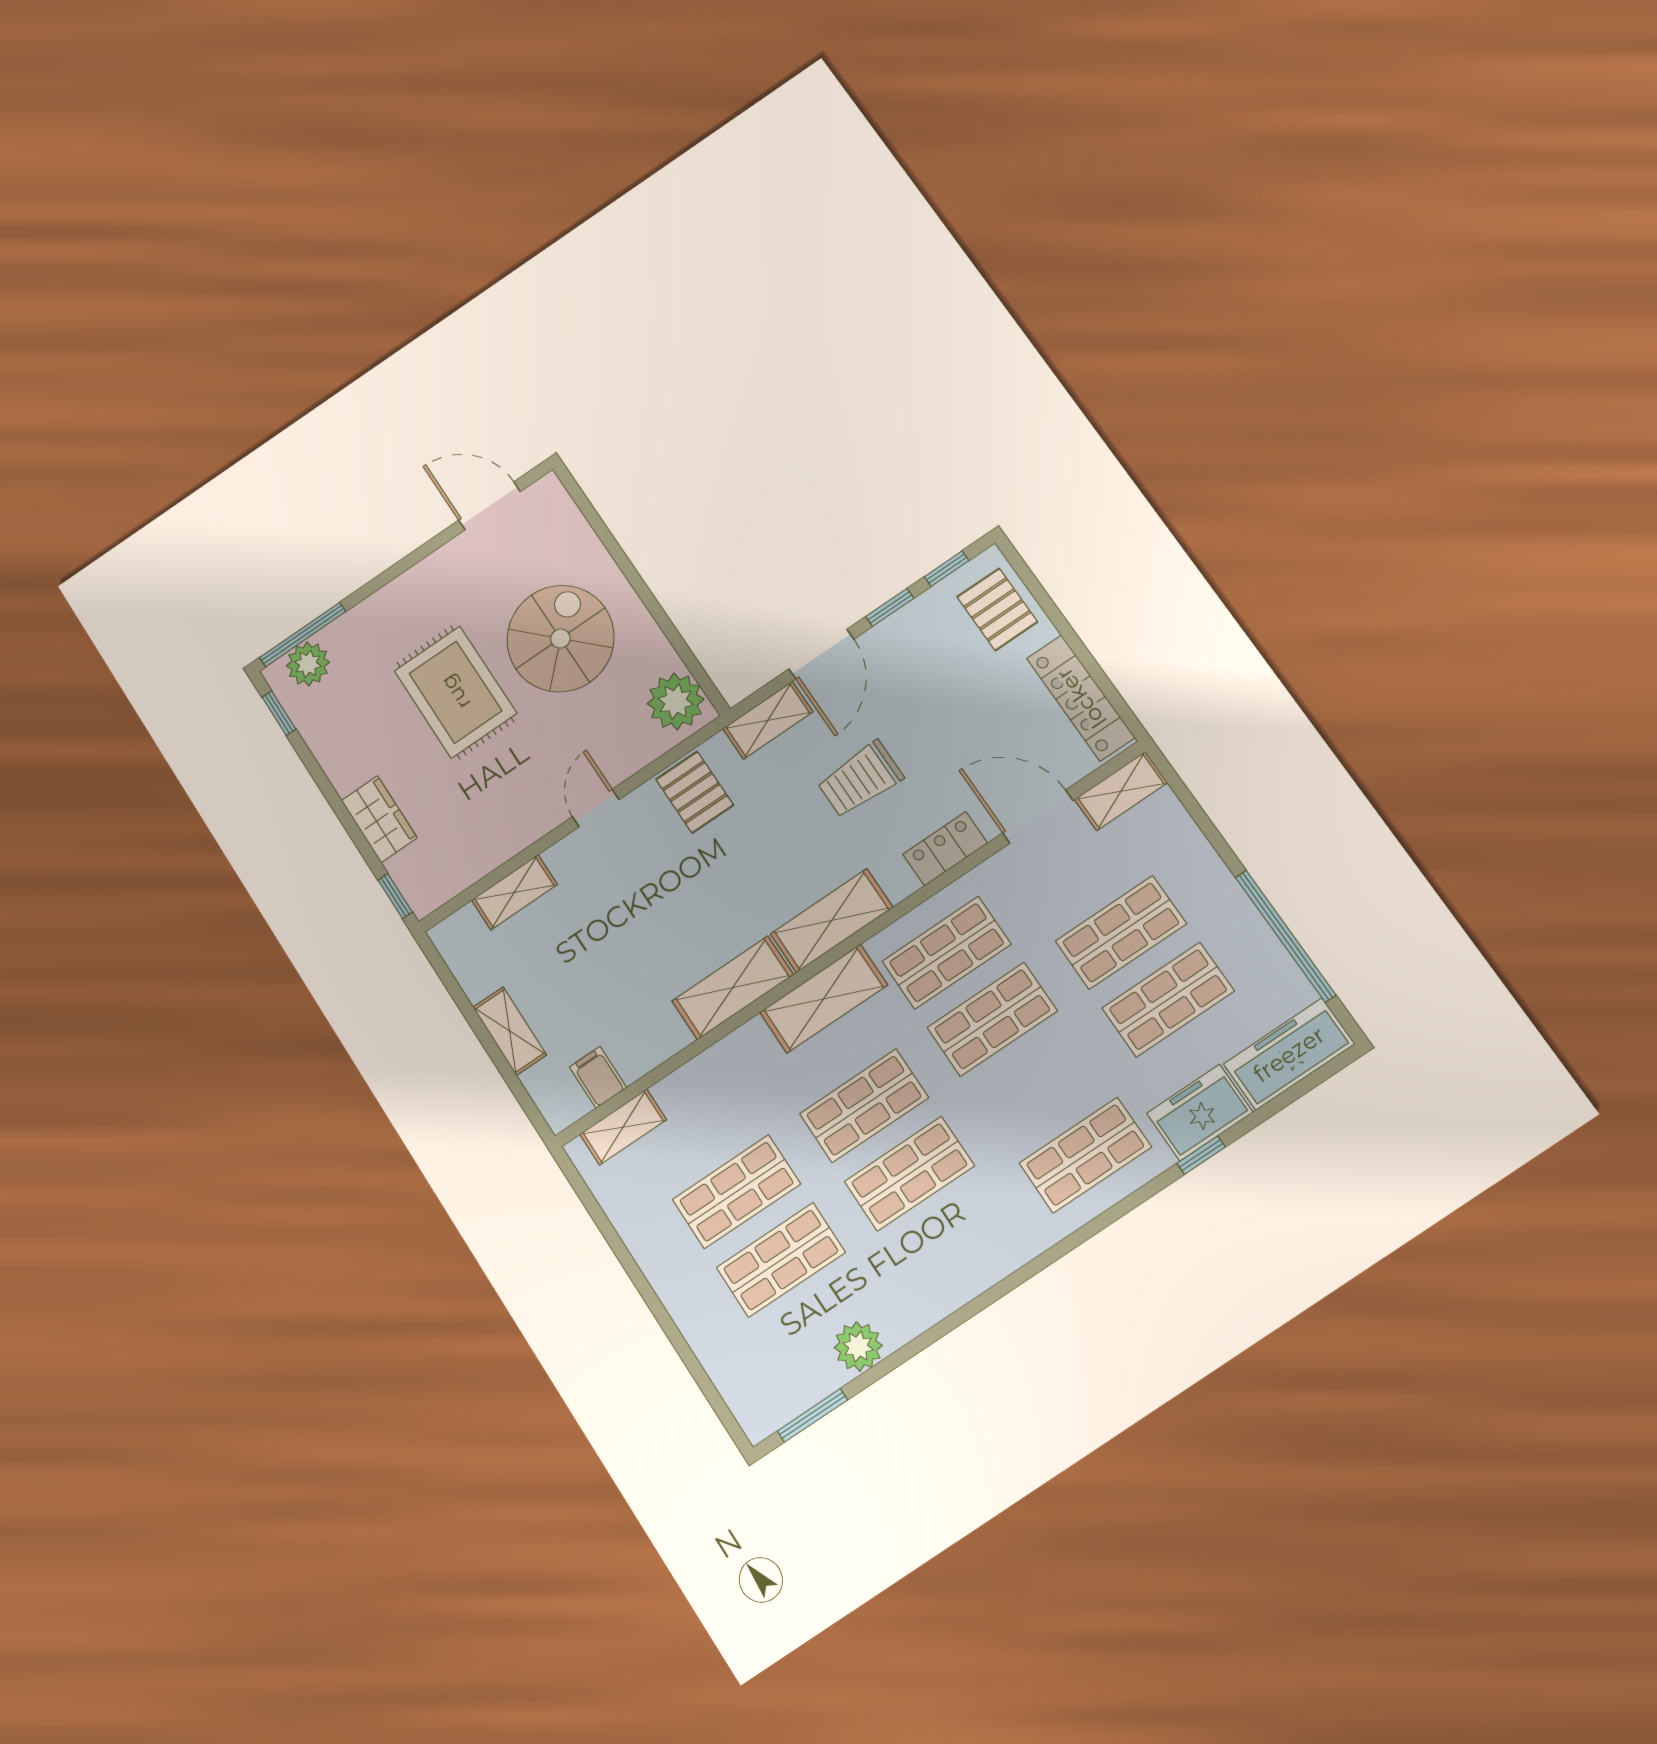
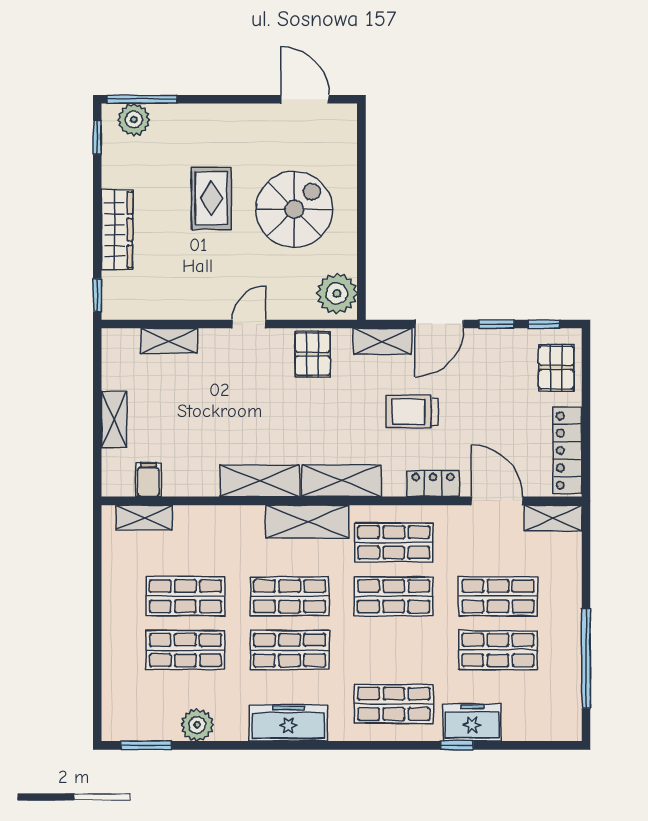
rug: (455, 692) -> (211, 198), width x0.73, depth x0.70
wardrobe: (379, 819) -> (117, 230), width x1.50
freezer: (1289, 1054) -> (288, 723), moved

